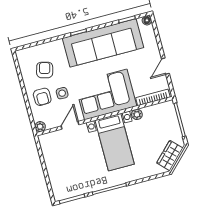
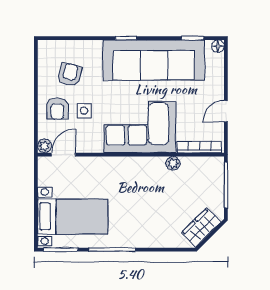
door: (70, 125) -> (64, 155), moved
bed with nightstands: (115, 142) -> (73, 216), moved, turned -90

